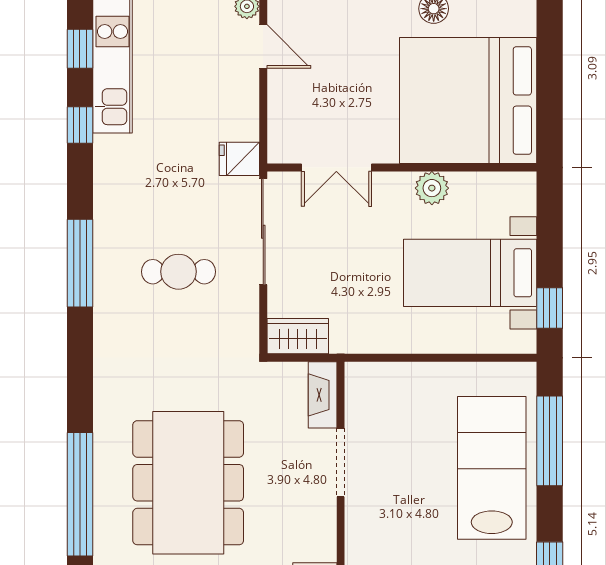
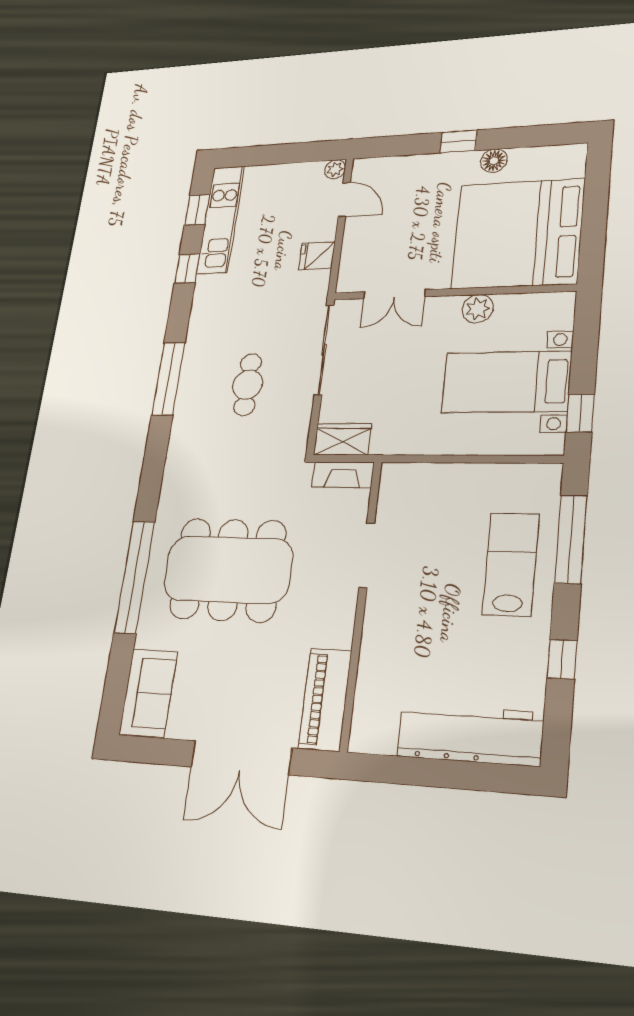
fridge: (239, 159) -> (317, 256), moved
cafe table: (179, 272) -> (248, 385), turned 90
fireplace: (323, 395) -> (343, 475), moved, turned -90
lab bench: (492, 468) -> (511, 564), width x0.73, depth x0.72
dining table: (188, 483) -> (228, 570), turned 90

